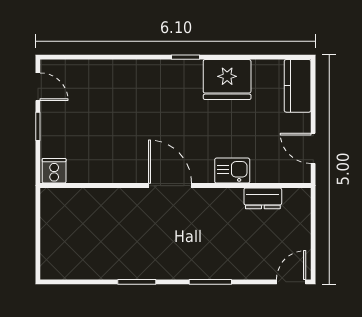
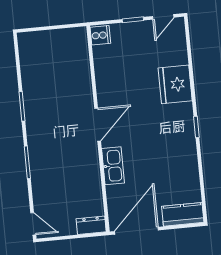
fridge: (227, 80) -> (175, 84), moved
door: (313, 148) -> (136, 231), width x1.87
kitchen sink: (232, 171) -> (113, 166), width x1.38
dresser: (263, 198) -> (91, 225), moved, turned 90

